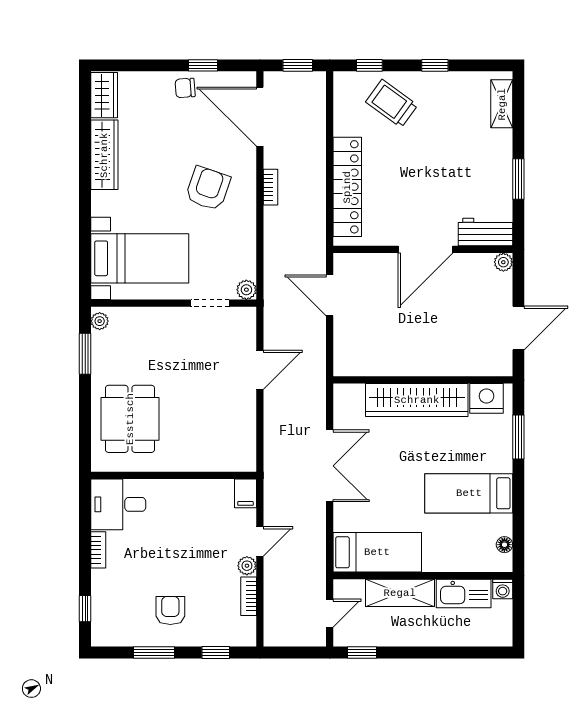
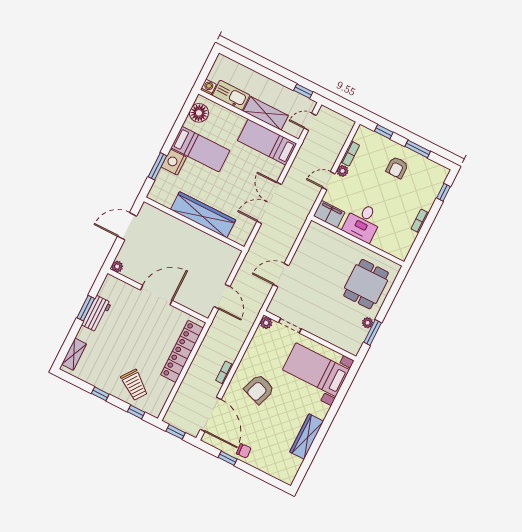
wardrobe: (104, 95) -> (290, 469), removed
workbench: (486, 232) -> (97, 314), moved, turned -90
plant: (100, 321) -> (367, 323), moved
nightstand: (486, 398) -> (174, 162), moved, turned 90
filing cabinet: (245, 493) -> (329, 214), width x2.00
desk: (118, 504) -> (363, 222), moved, turned 90
floor lamp: (504, 545) -> (199, 113), width x1.89, depth x1.89

